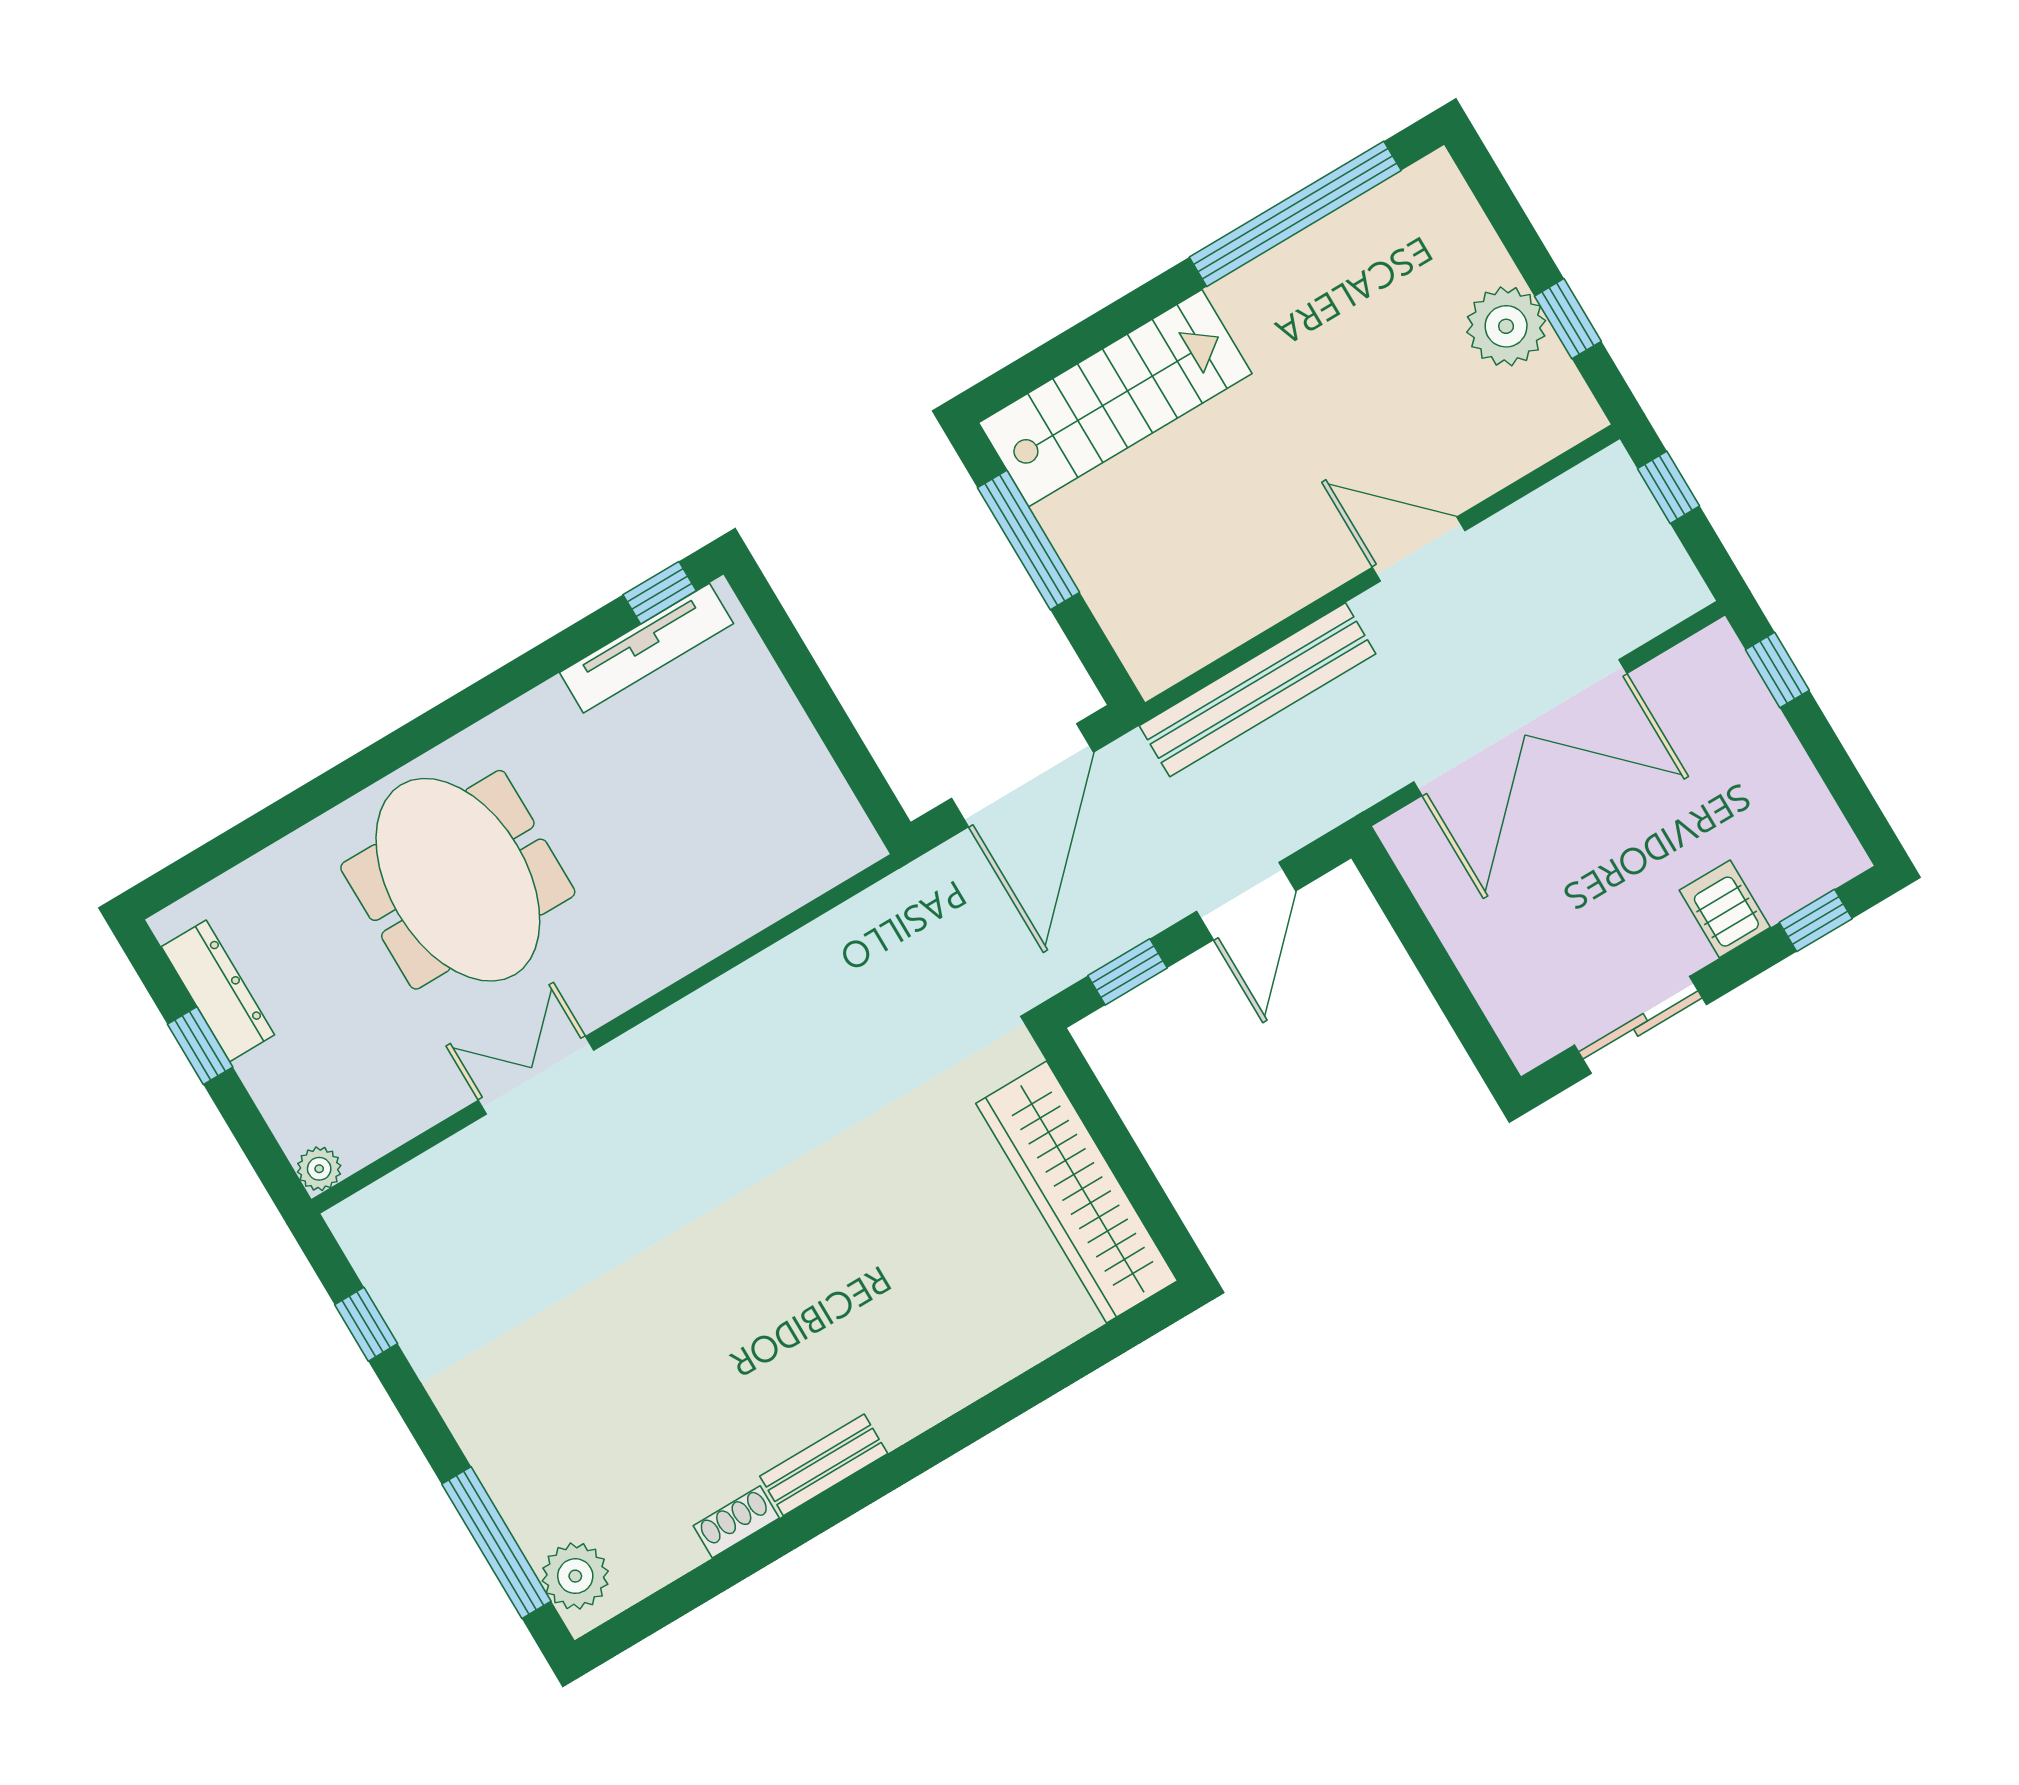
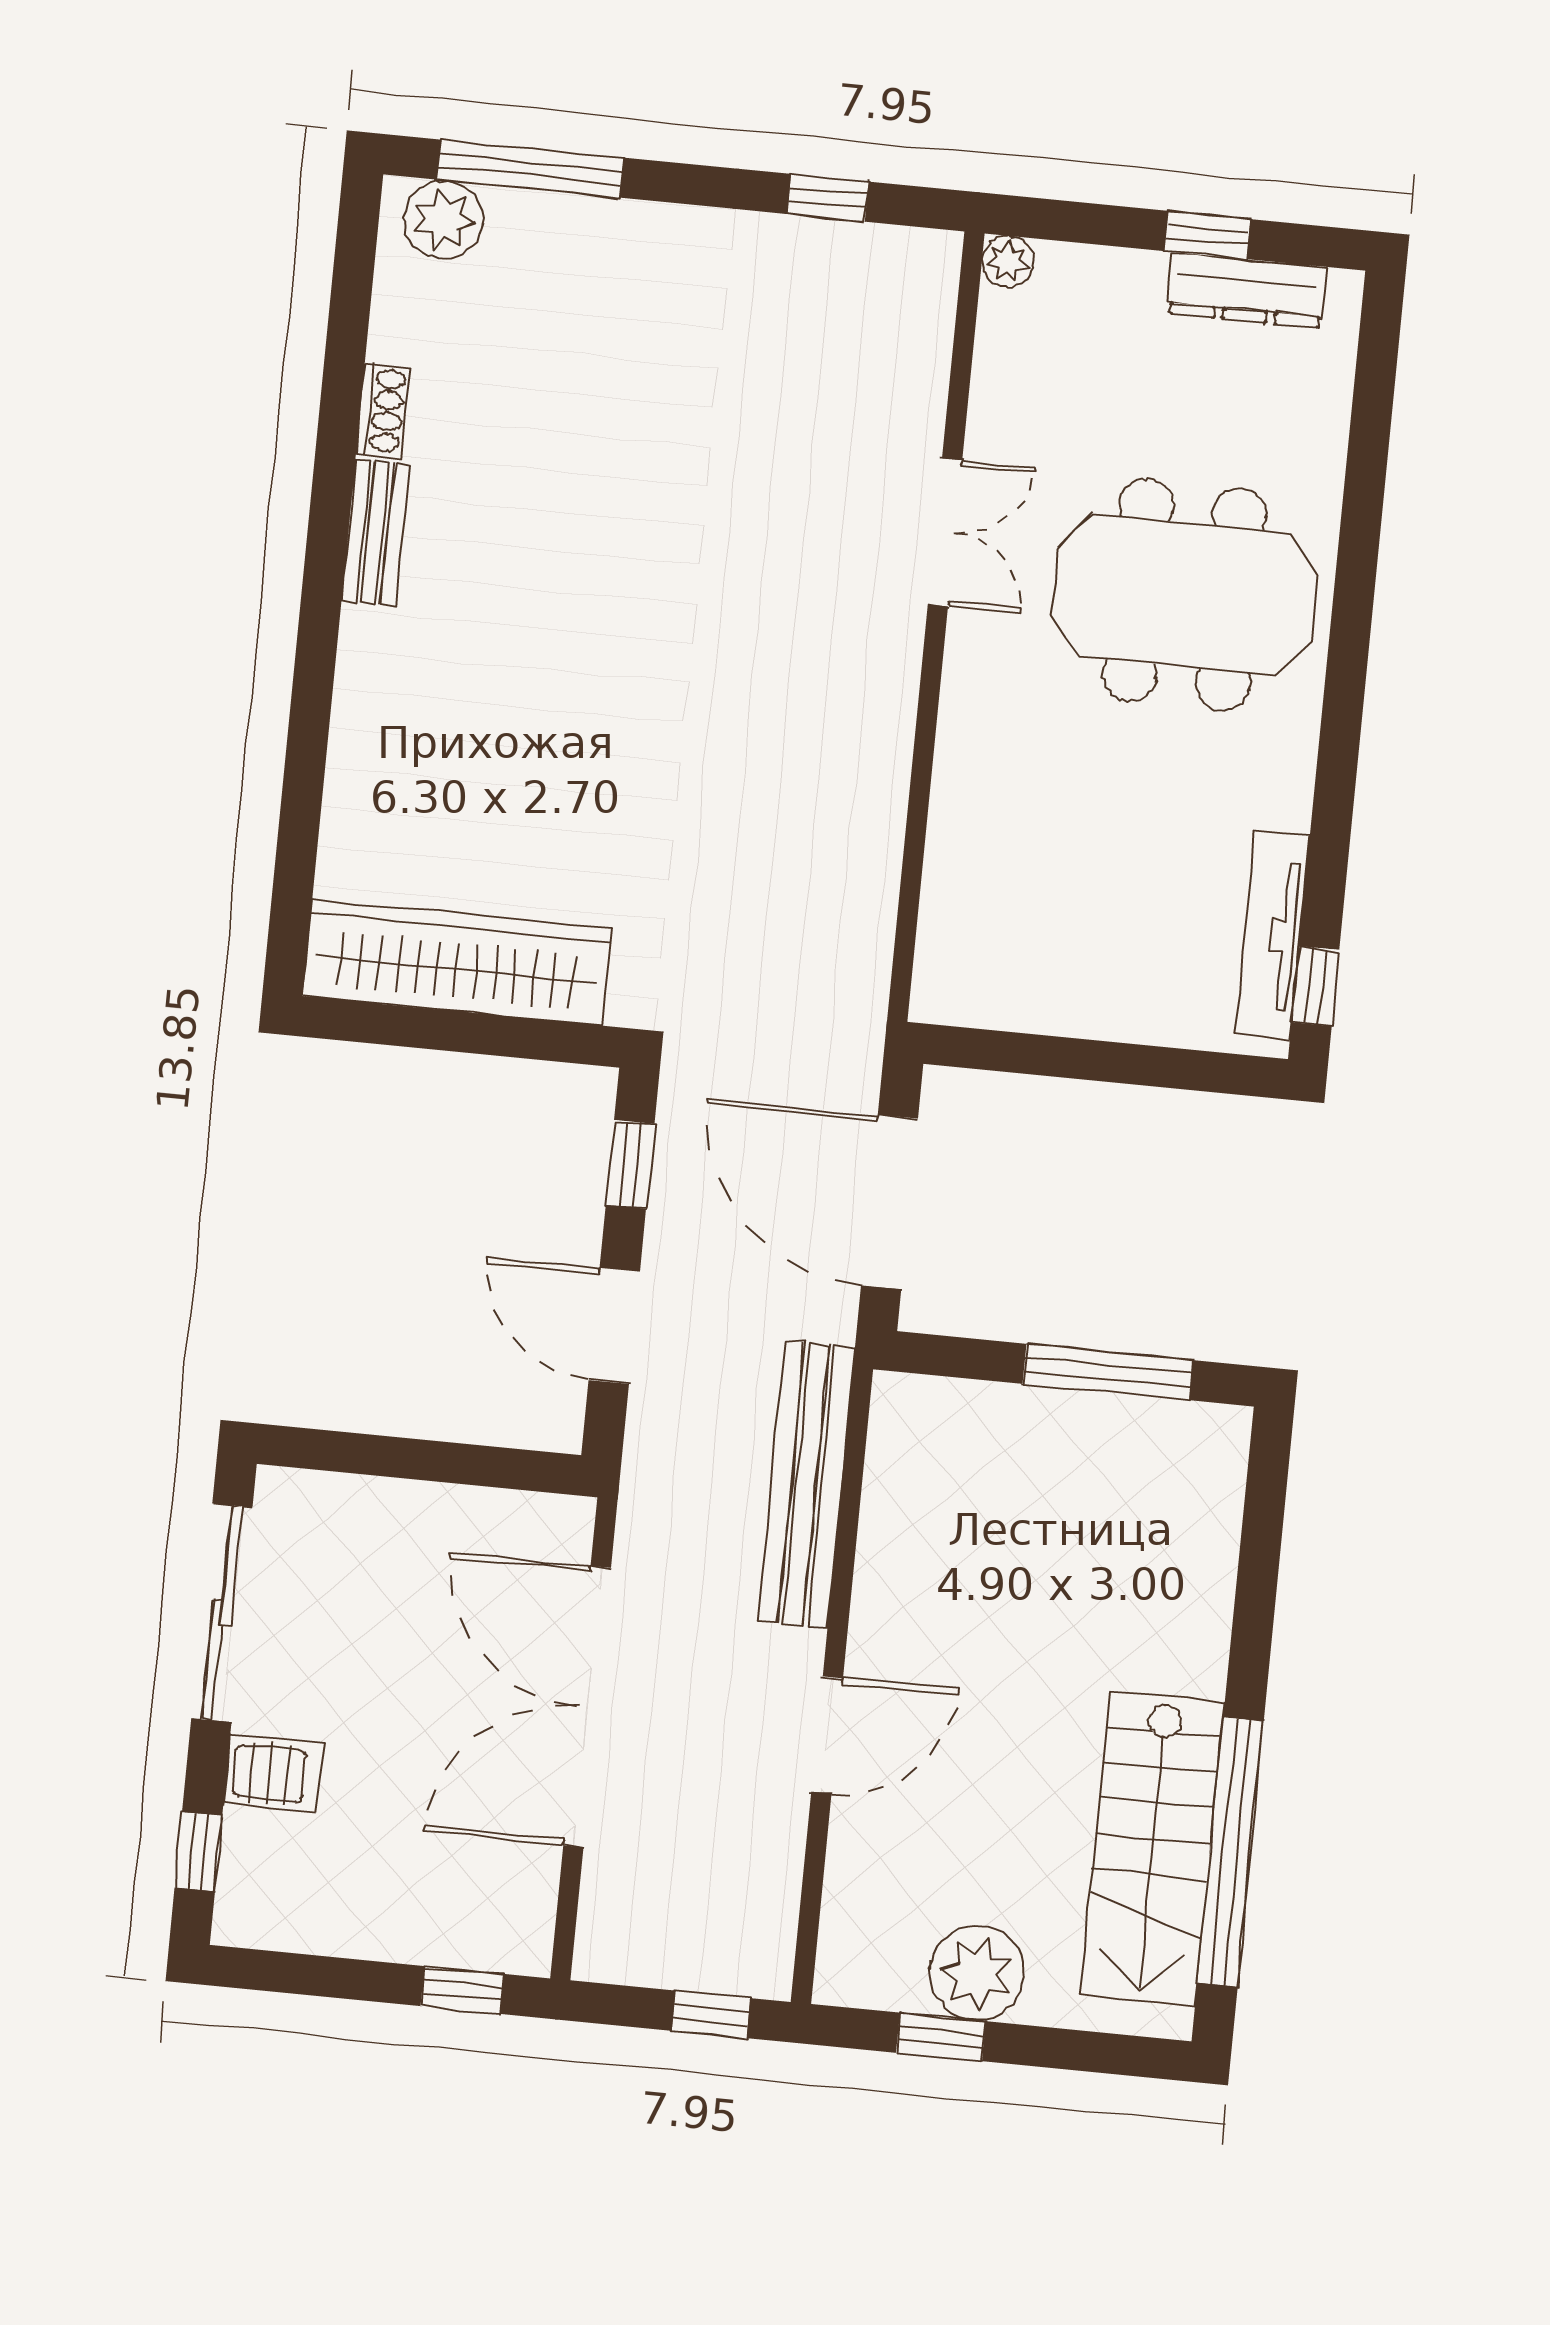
stairs: (1115, 398) -> (1153, 1849), moved
sliding door: (1640, 1025) -> (222, 1613), width x1.37

